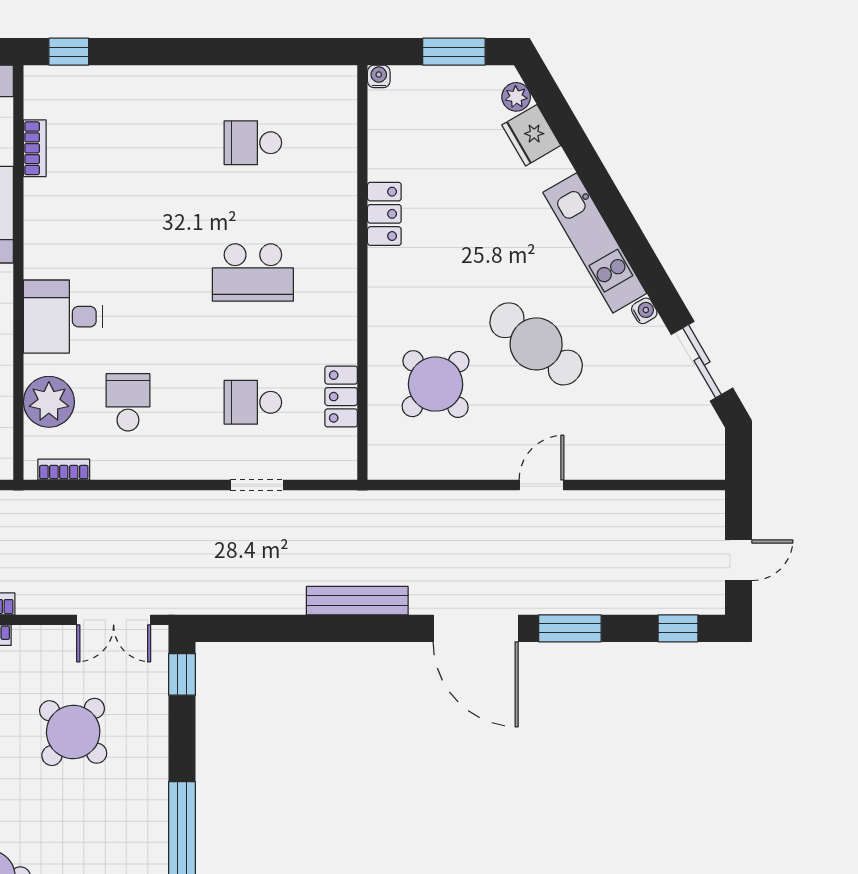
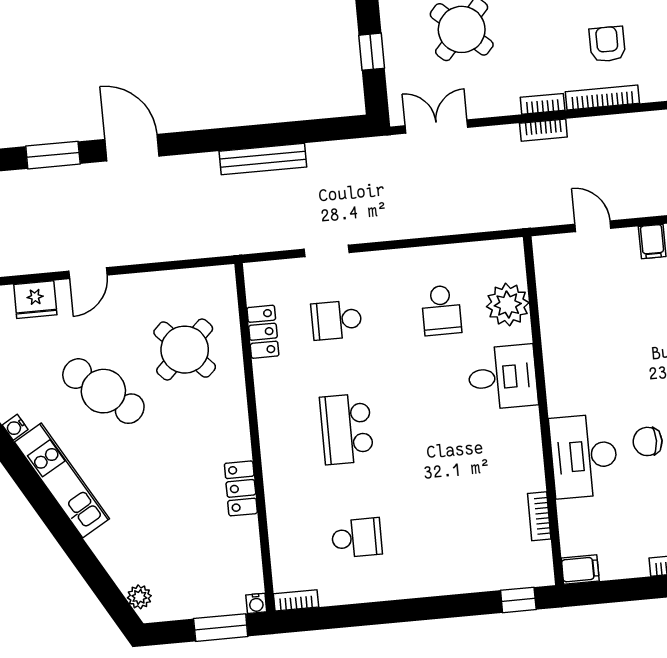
window: (454, 52) -> (221, 628), moved
fridge: (531, 135) -> (35, 300), moved, turned 120
school desk: (253, 273) -> (347, 429), turned -90
school desk: (253, 402) -> (336, 320), turned 180
bookcase: (64, 470) -> (296, 600), moved, turned 180
bench: (357, 601) -> (263, 159), moved
door: (476, 628) -> (132, 148), width x0.73
window: (182, 674) -> (372, 52), moved

